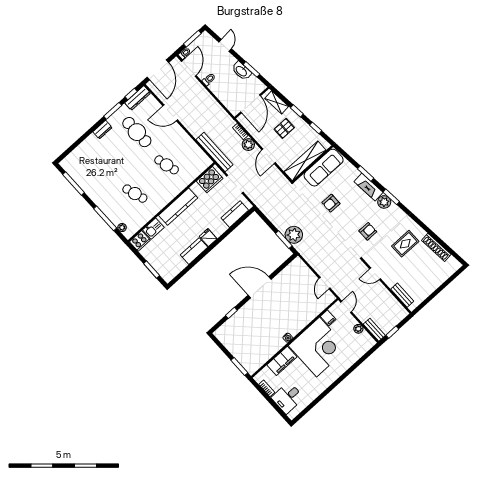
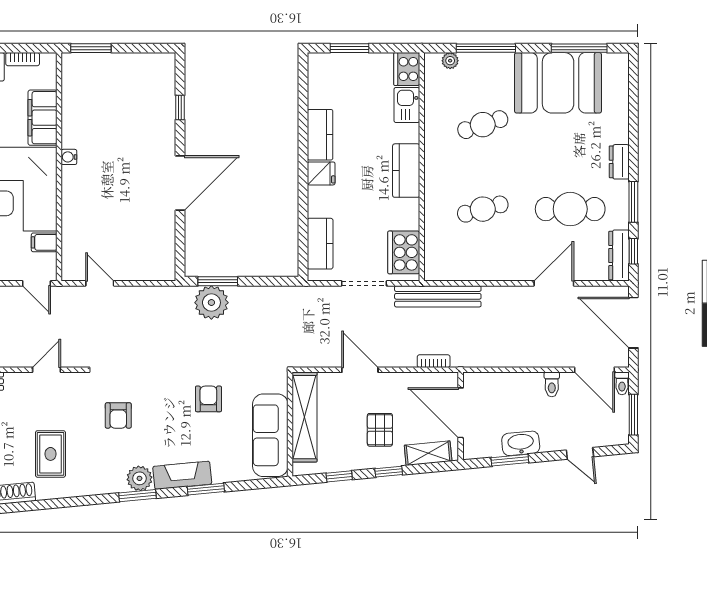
plant: (248, 145) -> (404, 356), removed
booth: (94, 180) -> (558, 83), added
kitchen counter: (178, 207) -> (406, 171), width x0.67

